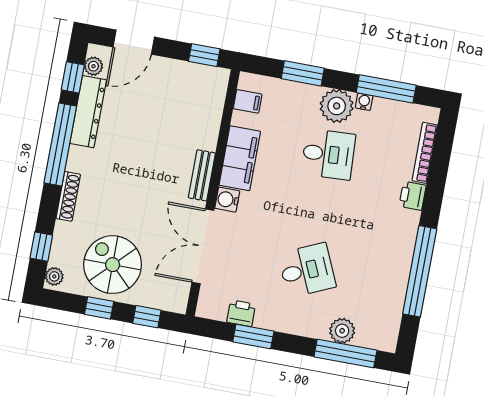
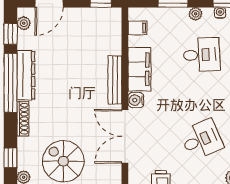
plant: (337, 106) -> (196, 14), width x0.53, depth x0.53
dresser: (88, 112) -> (26, 75), moved
bench: (202, 175) -> (115, 80), width x1.36

